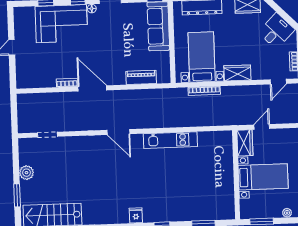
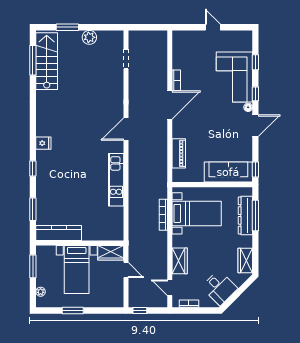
wardrobe: (237, 73) -> (180, 261), moved
kitchen counter: (227, 197) -> (59, 233), added

